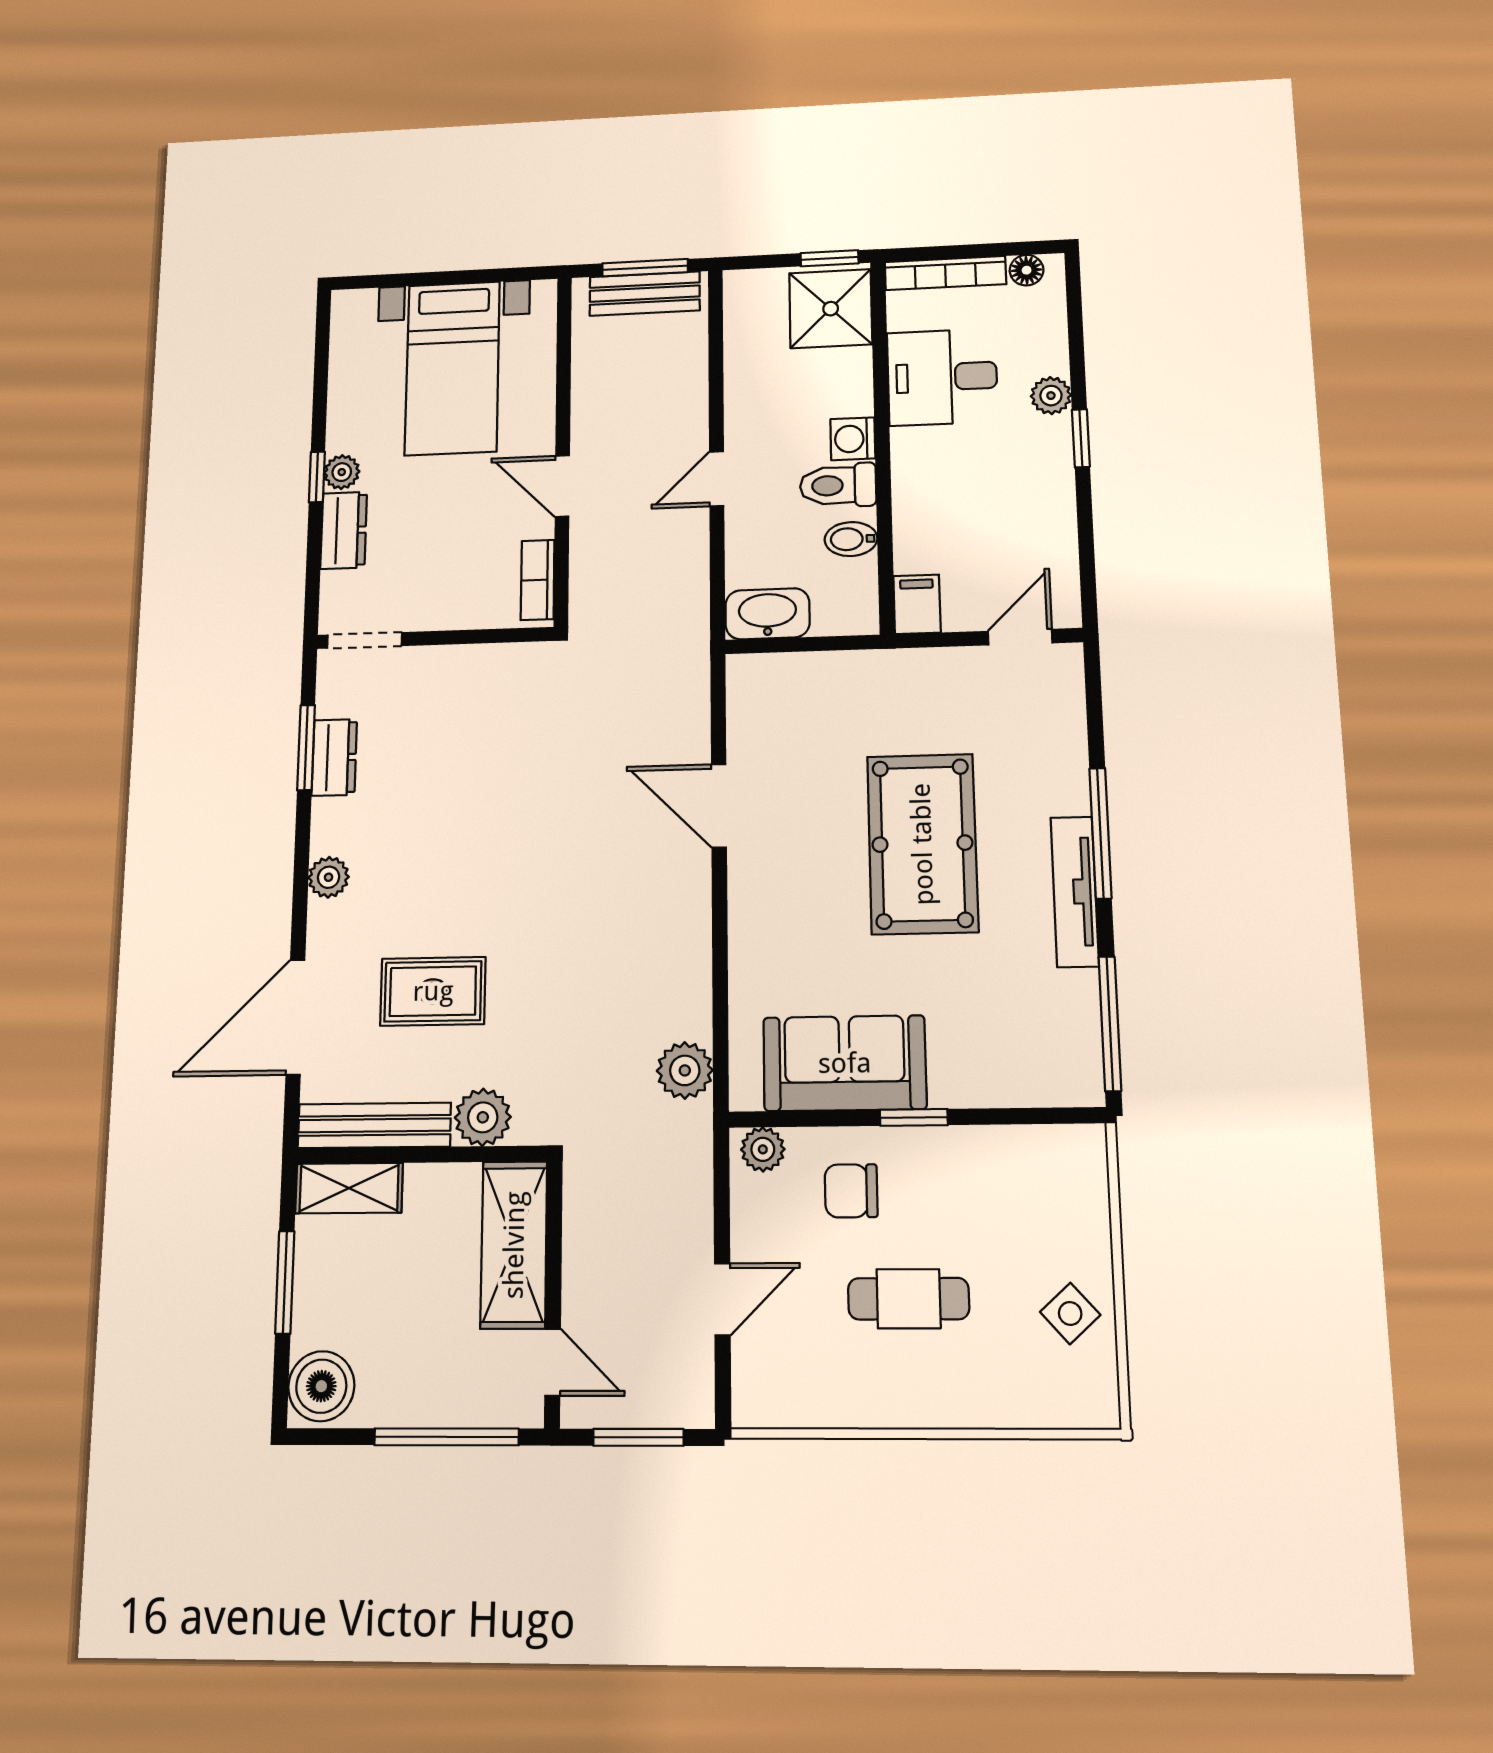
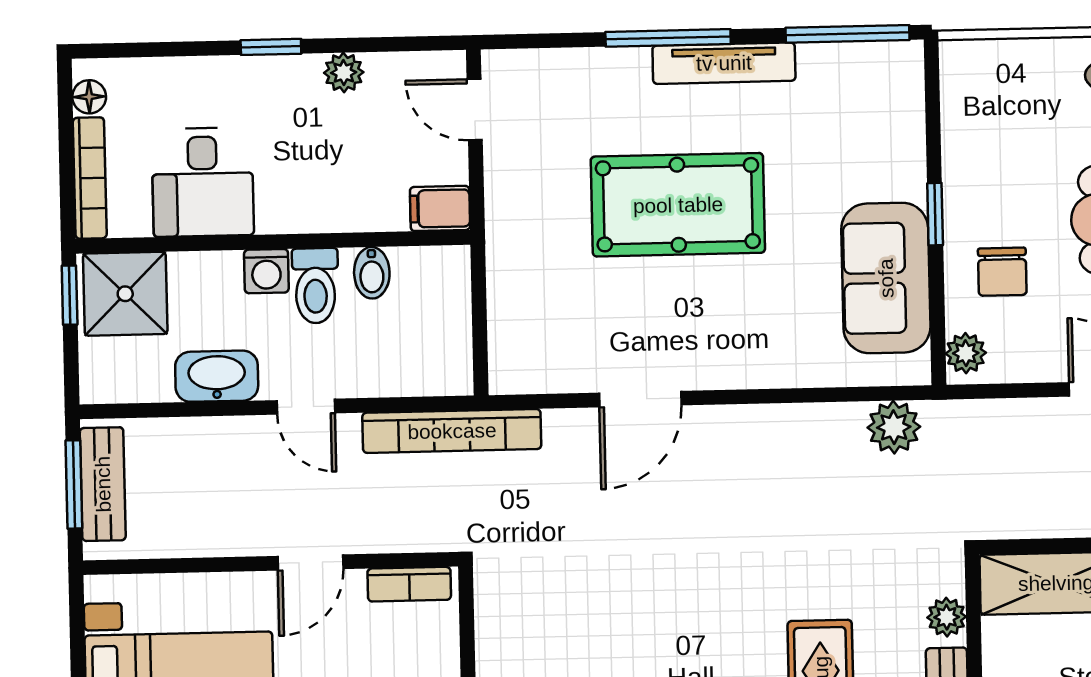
plant: (1051, 396) -> (344, 73), moved
washbasin: (767, 614) -> (217, 376), moved, turned 90
bookcase: (690, 619) -> (452, 431), added
plant: (483, 1117) -> (947, 617), width x0.73, depth x0.73

